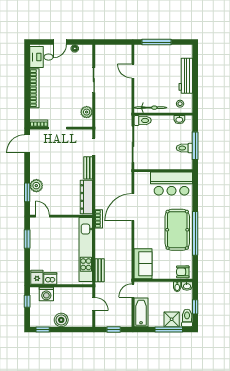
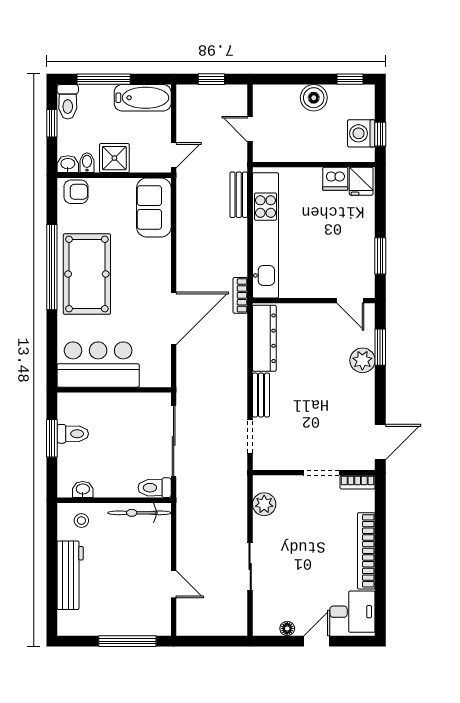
window: (195, 146) -> (52, 438), width x0.69
washing machine: (46, 294) -> (361, 133), moved, turned -90
bathtub: (141, 312) -> (143, 98), moved, turned -90
shower: (172, 319) -> (114, 158), moved

